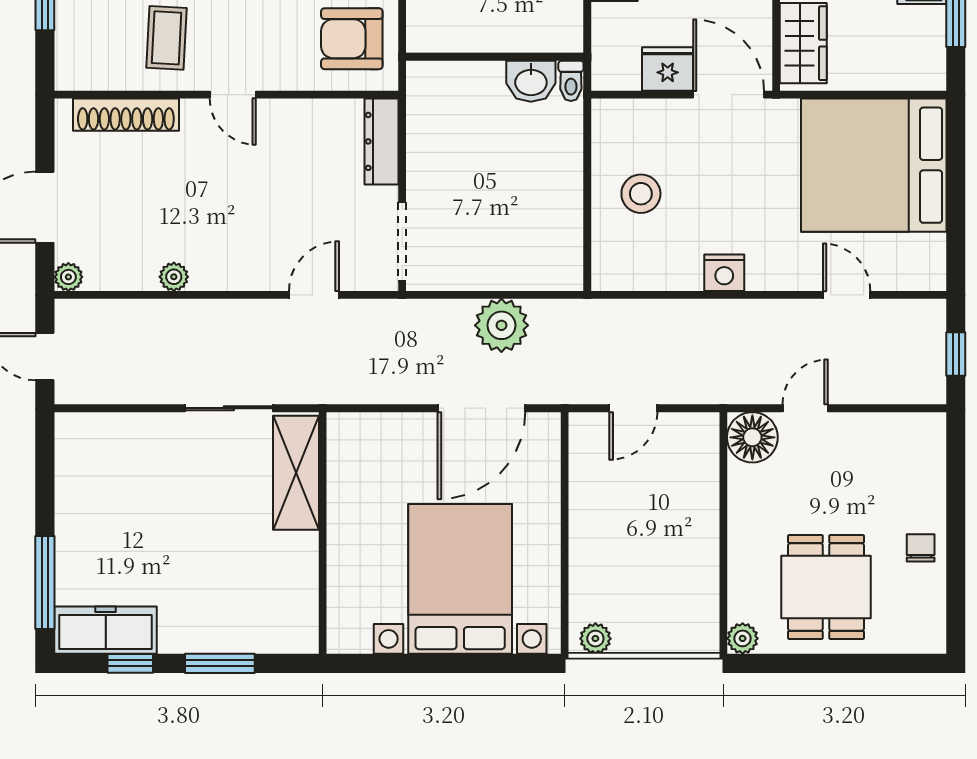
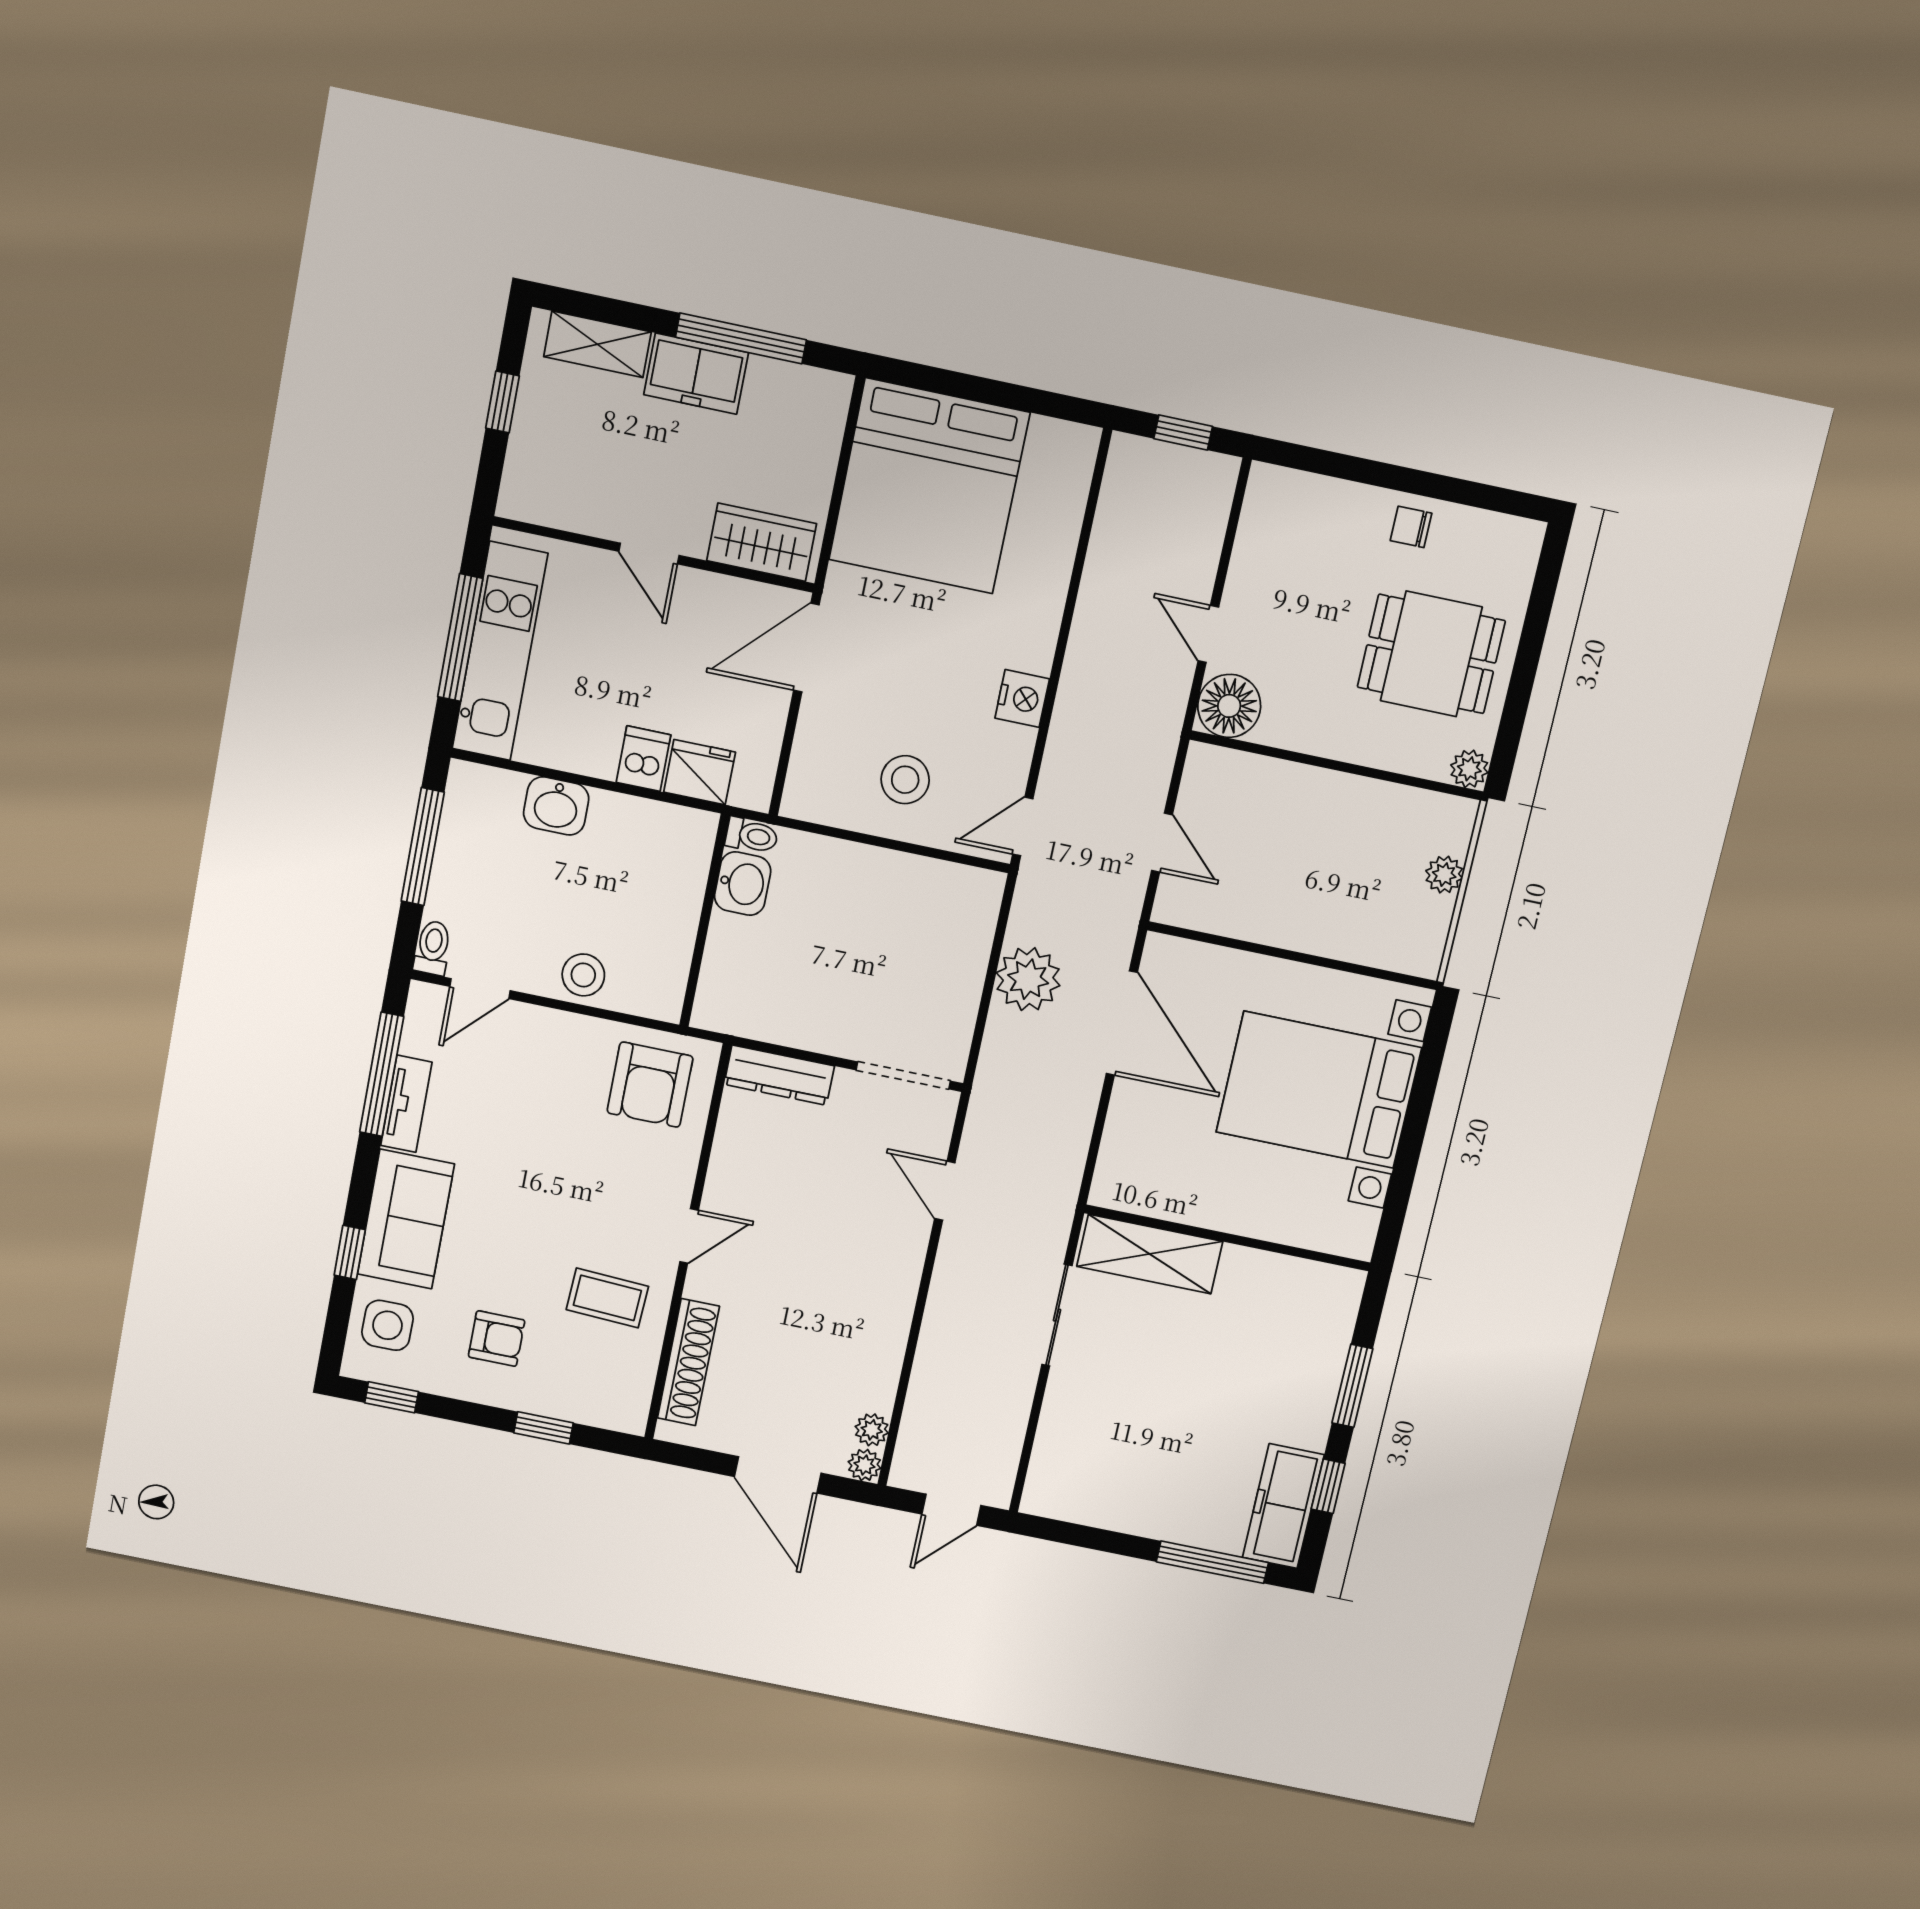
fridge: (668, 69) -> (700, 772), moved, turned 90
plant: (174, 277) -> (872, 1430), moved
door: (847, 295) -> (1023, 827), moved
plant: (595, 639) -> (1444, 875), moved

